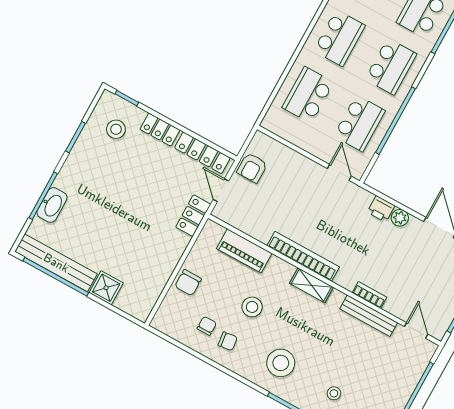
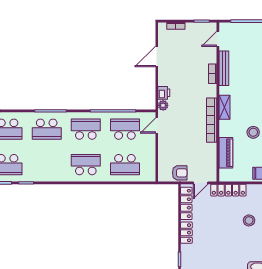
stool: (116, 129) -> (249, 220), moved
locker: (193, 216) -> (228, 190), width x1.53
plant: (400, 218) -> (163, 105), moved

